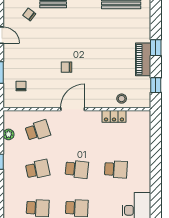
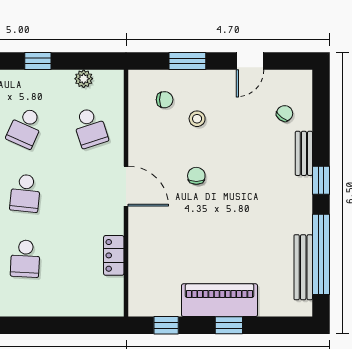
piano: (143, 59) -> (220, 300), width x1.37, depth x1.33
stool: (122, 99) -> (197, 119), moved
school desk: (38, 169) -> (25, 128), turned 36

